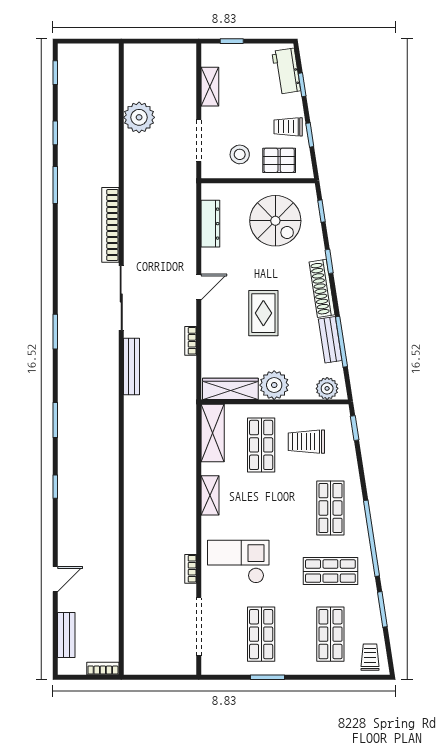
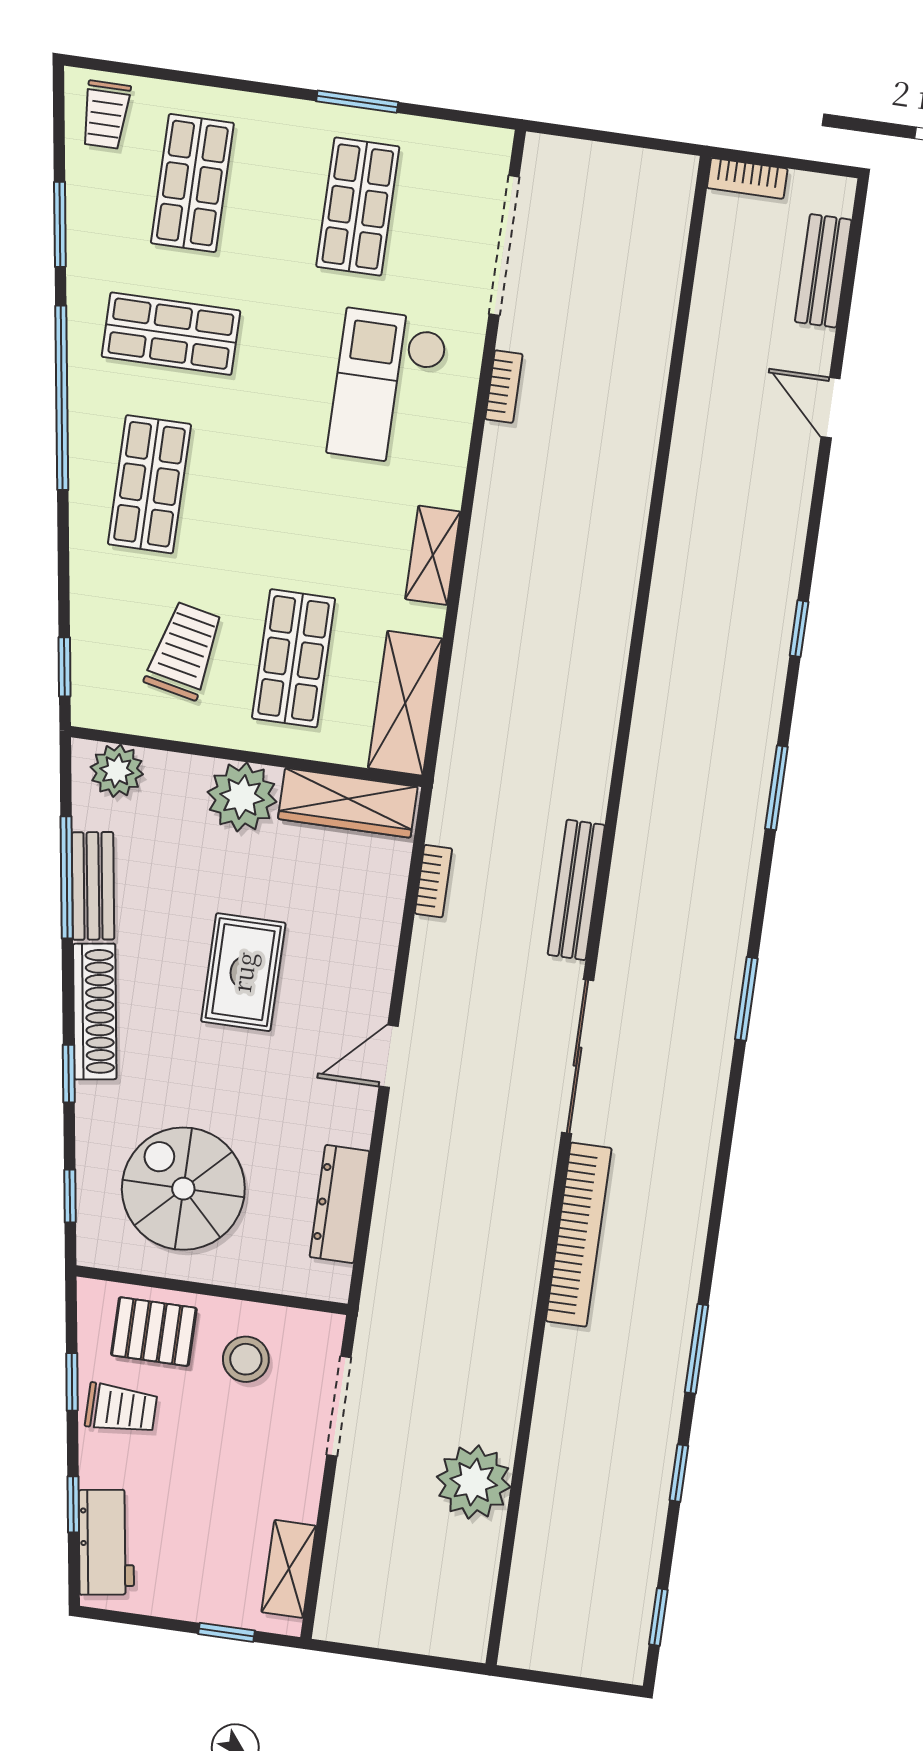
shelving: (210, 87) -> (289, 1569), moved
bookcase: (191, 341) -> (433, 881), moved
trolley: (306, 442) -> (184, 651), turned -78
checkout: (238, 562) -> (388, 387), turned 90
door: (55, 579) -> (831, 408), hinge flipped

